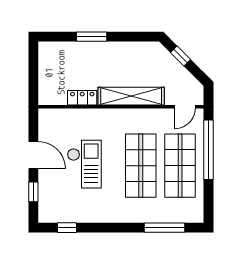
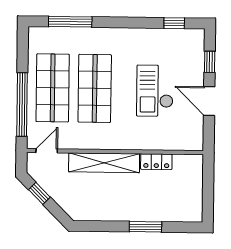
window: (181, 56) -> (39, 193), moved

